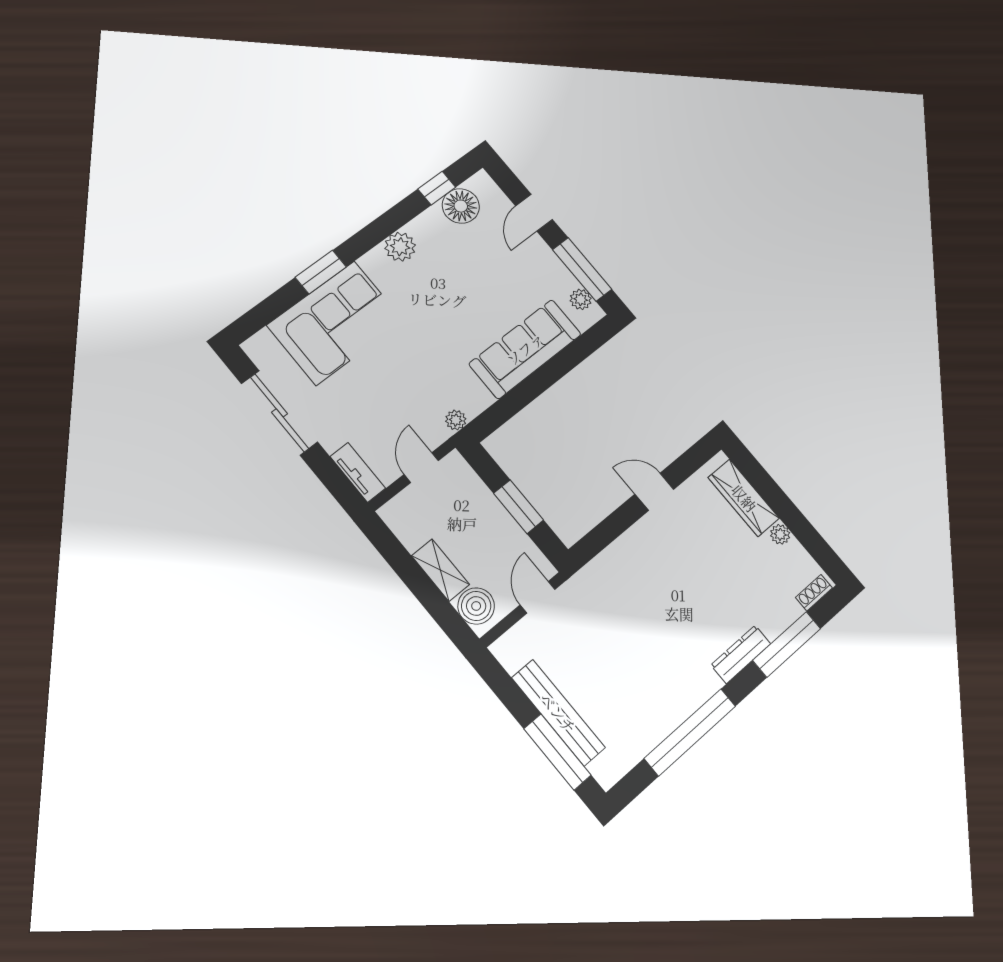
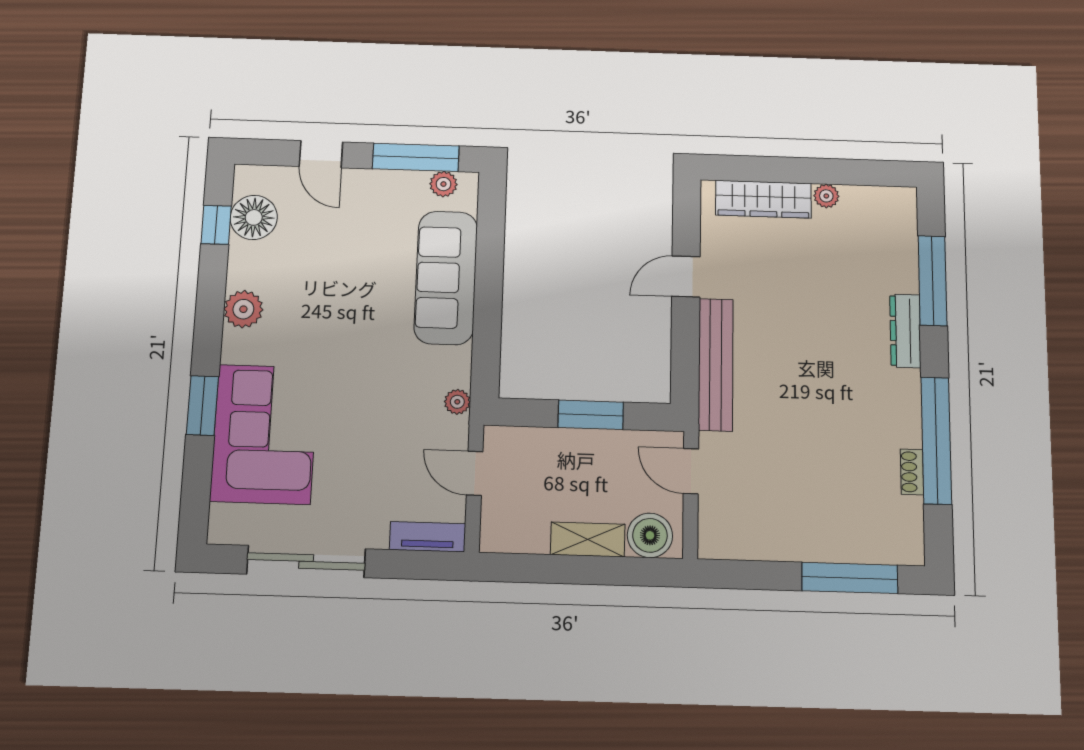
shoe rack: (814, 593) -> (912, 472), moved
bench: (558, 713) -> (716, 364), moved, turned 90

